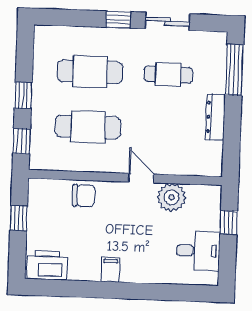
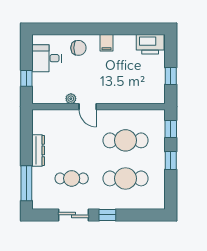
chair: (84, 196) -> (78, 48), moved, turned 180
plant: (172, 197) -> (71, 99), width x0.53, depth x0.53

